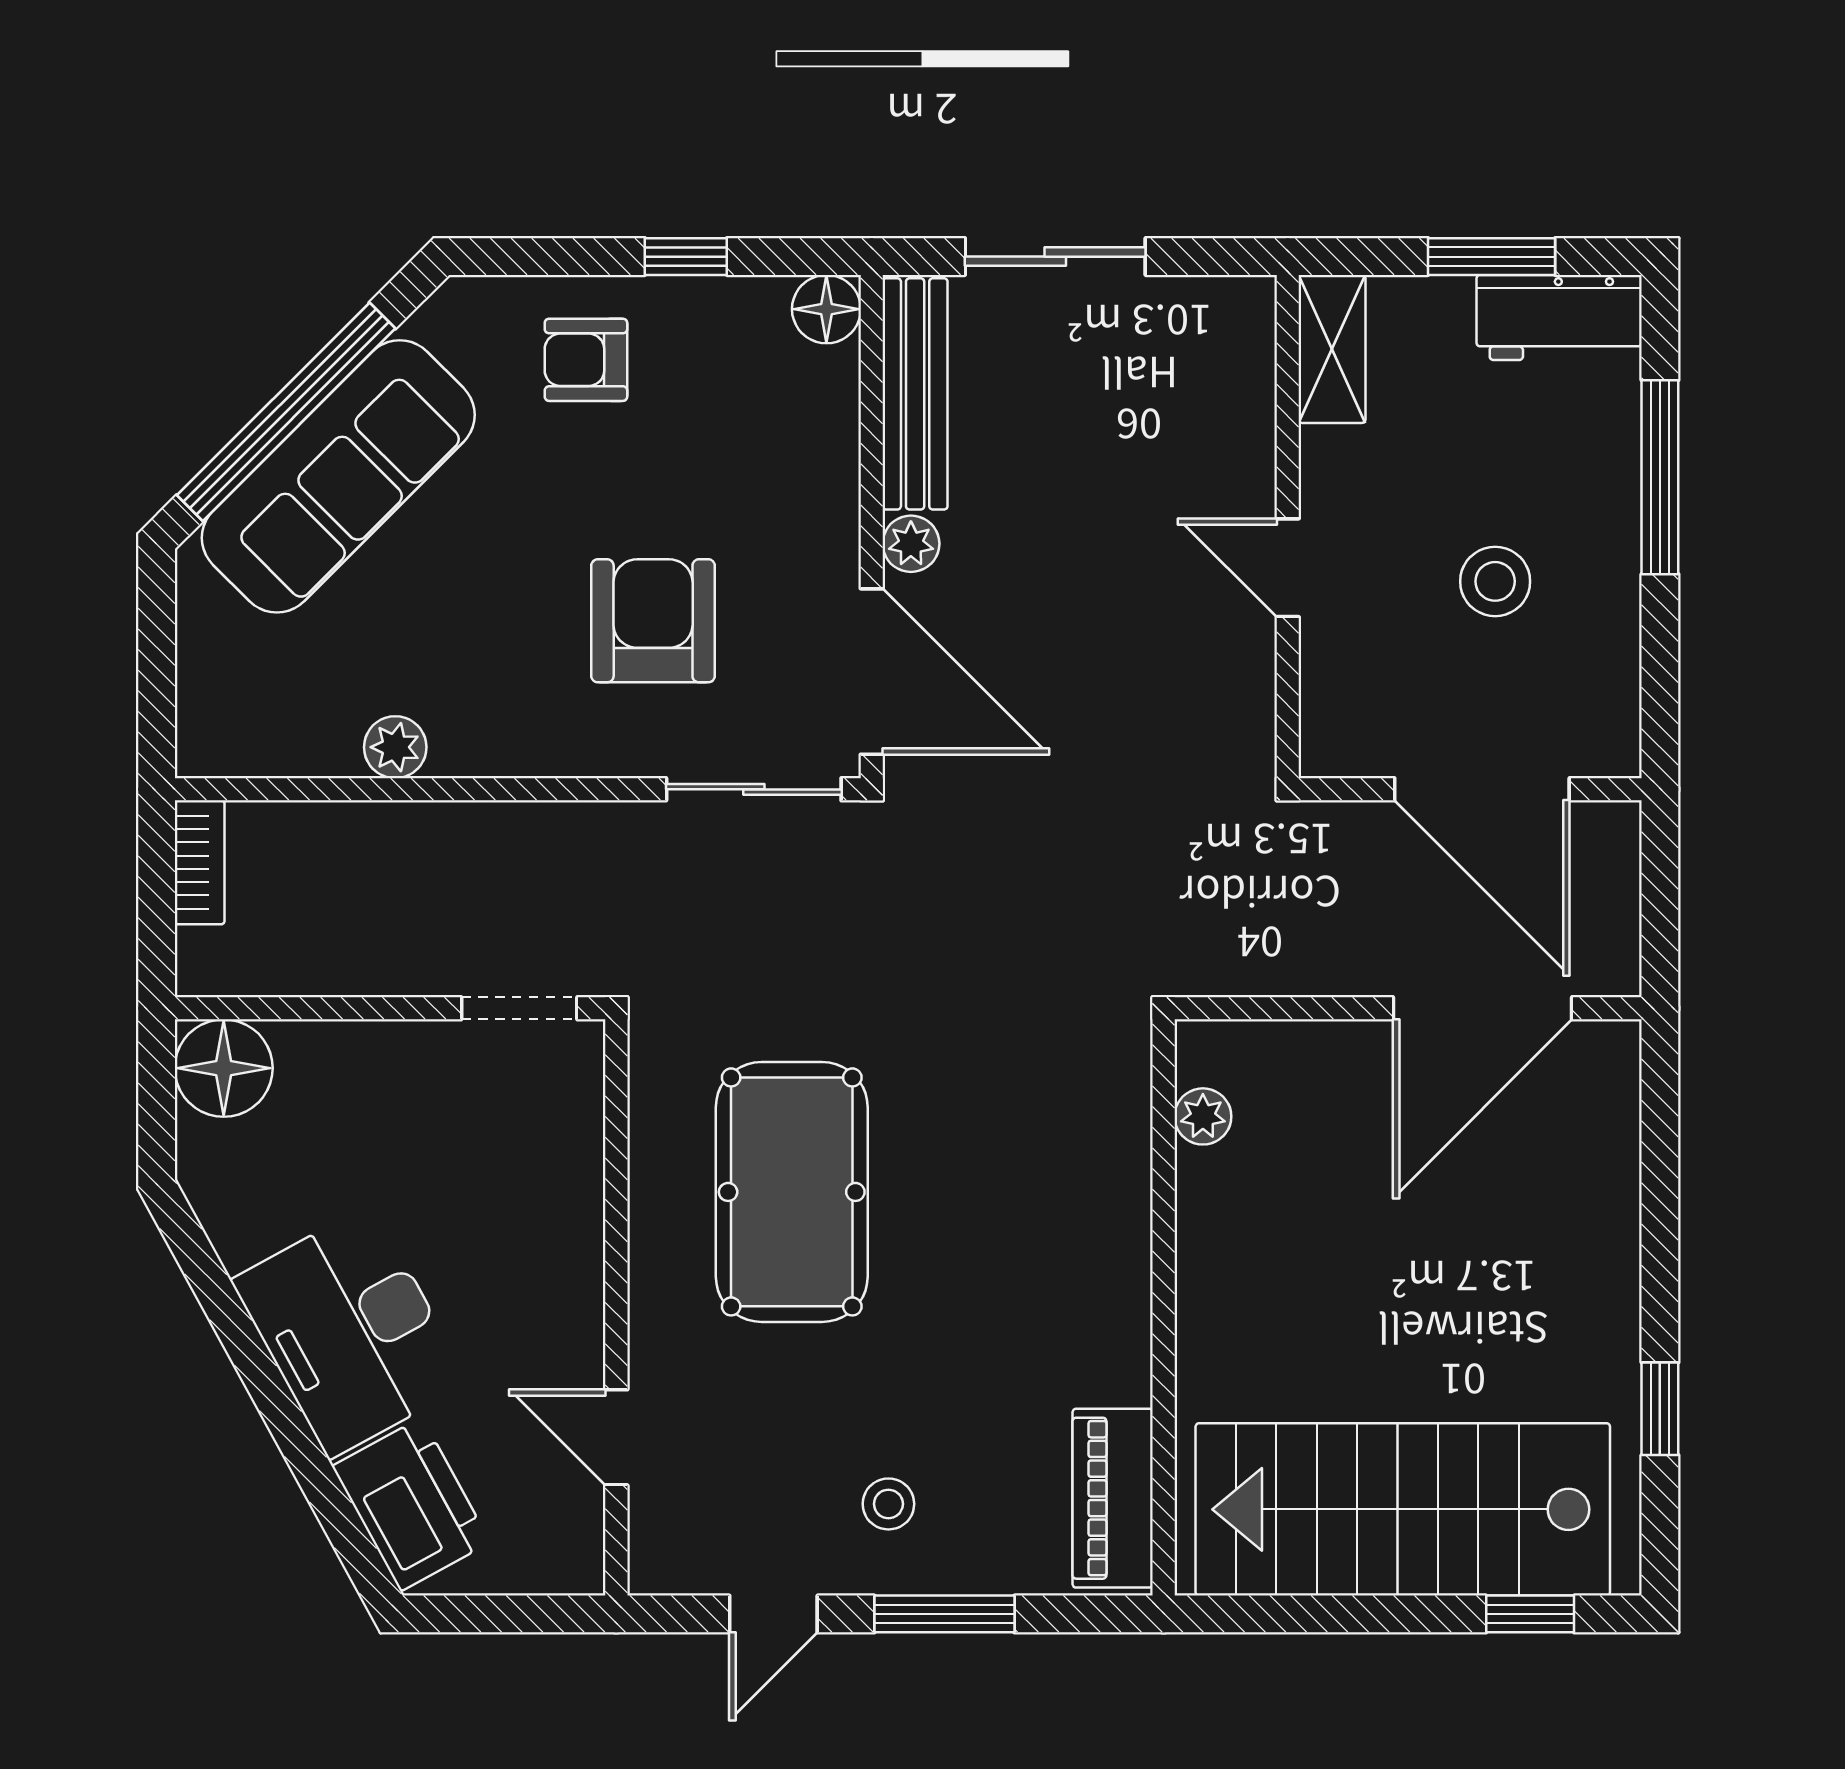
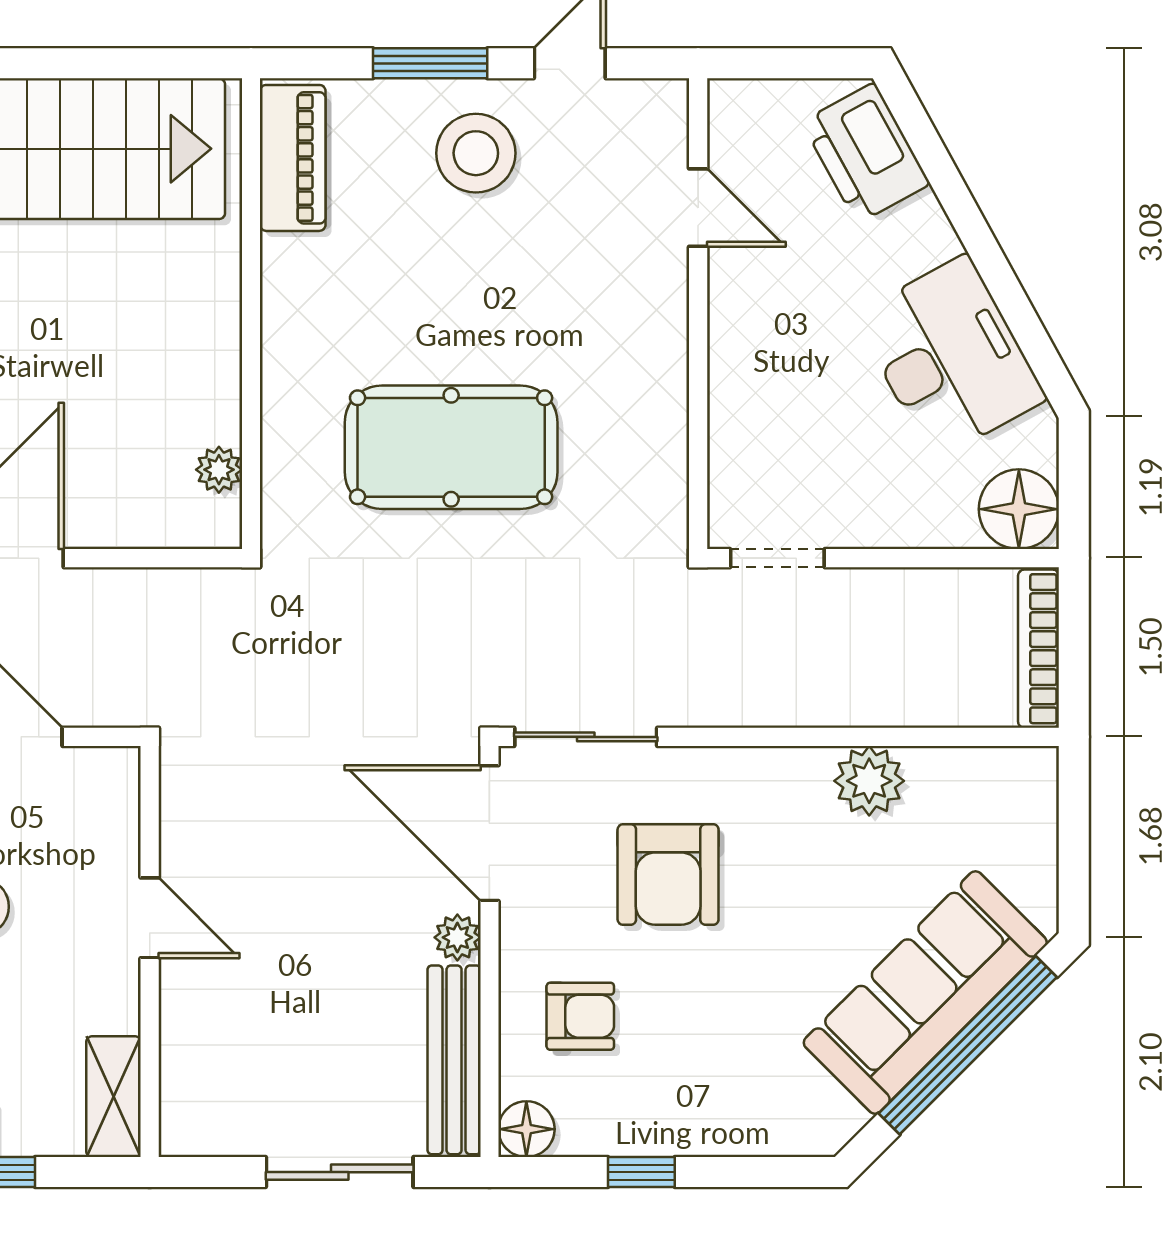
armchair: (586, 360) -> (580, 1016), moved
plant: (395, 747) -> (869, 781), width x1.38, depth x1.38
bookcase: (200, 862) -> (1038, 649), width x1.56
pool table: (792, 1192) -> (451, 447), moved, turned 90
desk: (350, 1331) -> (950, 357), moved
stool: (888, 1504) -> (476, 153), width x1.89, depth x1.89

